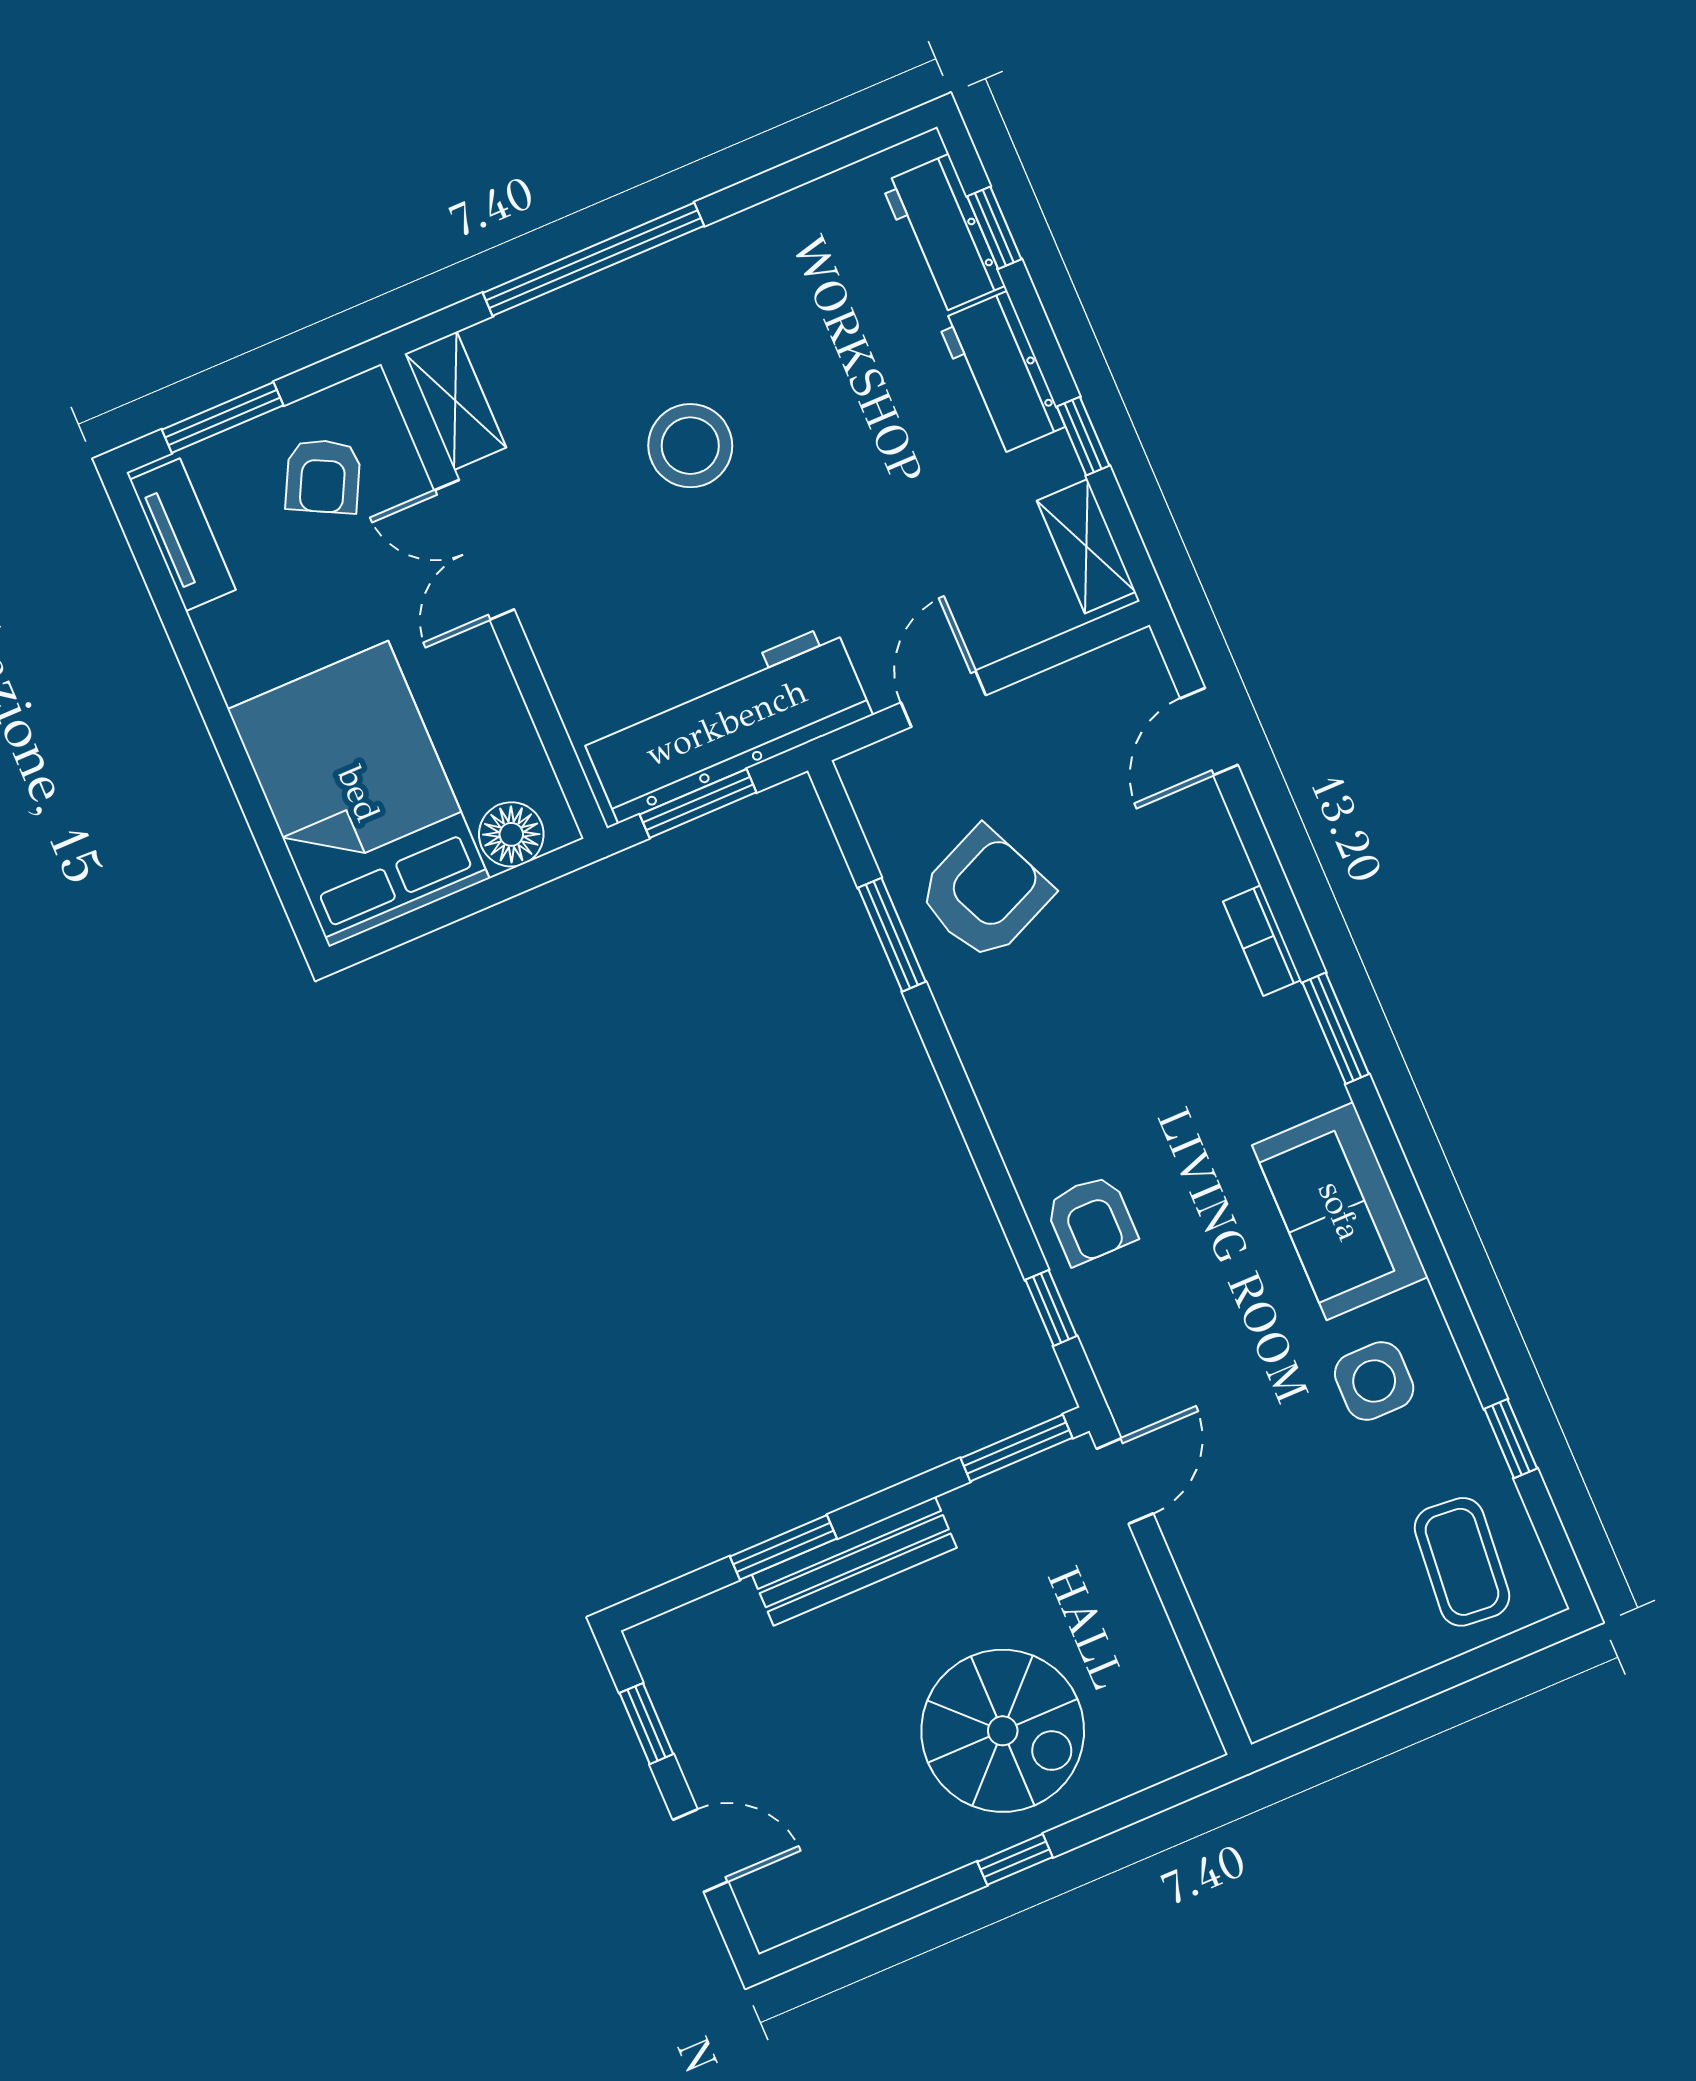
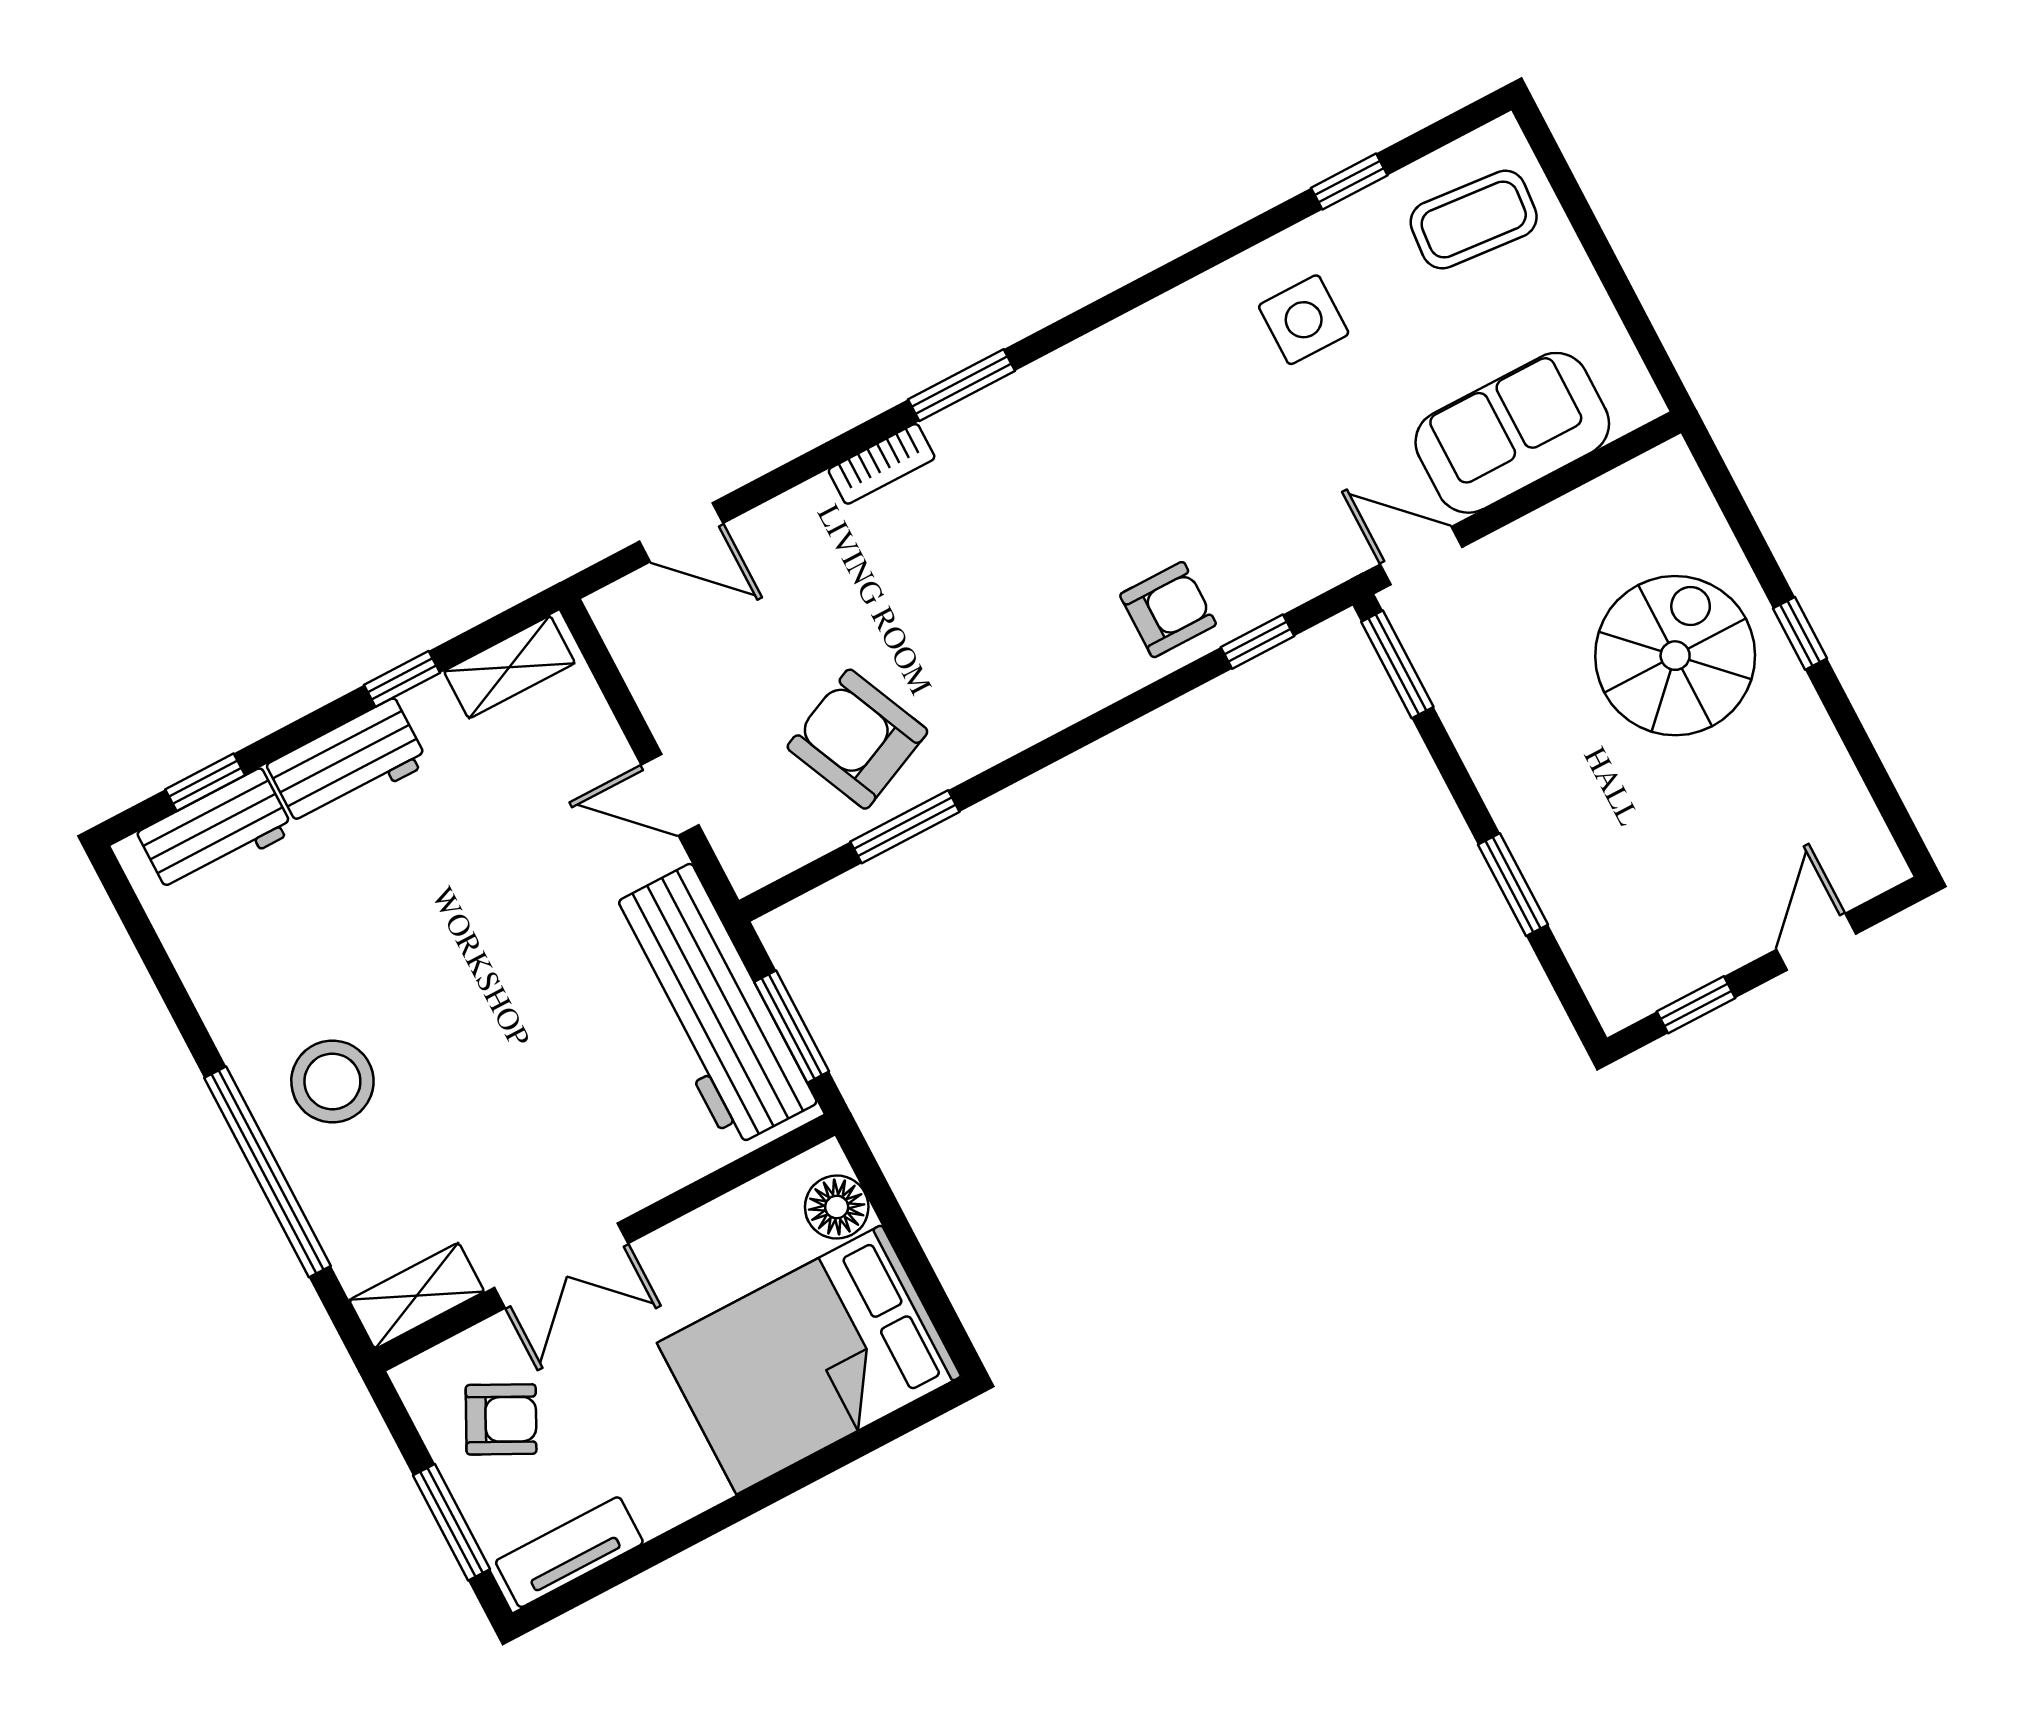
stool: (690, 446) -> (332, 1081), moved
sofa: (1340, 1211) -> (1512, 433), moved, turned 180
bench: (854, 1561) -> (1521, 814), removed

